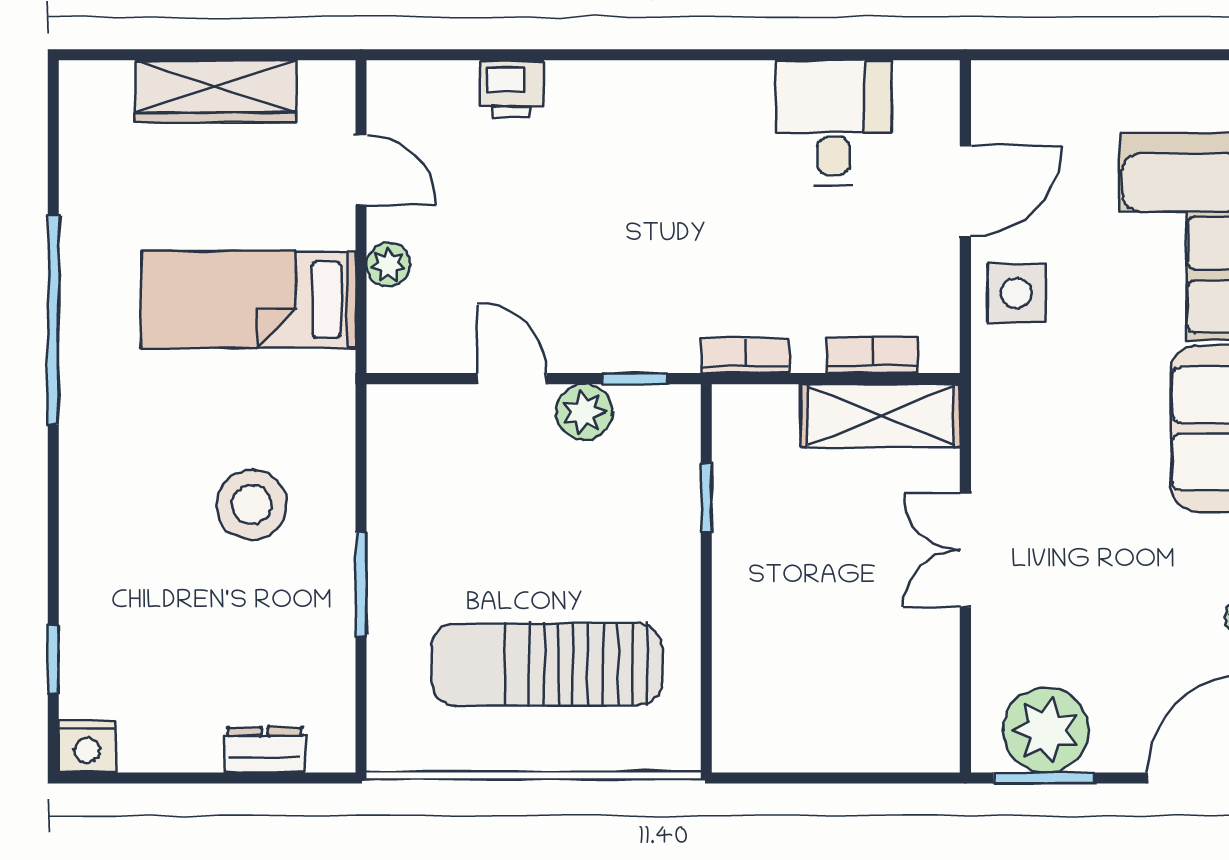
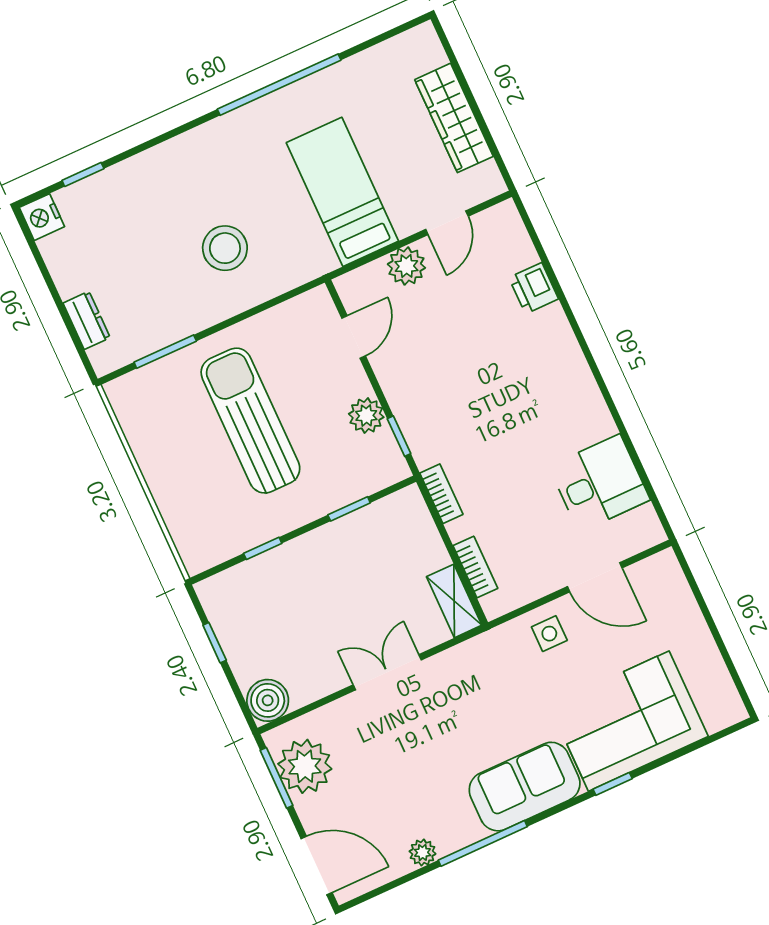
plant: (388, 265) -> (406, 266), width x1.38, depth x1.38
side table: (1016, 293) -> (549, 634), width x0.73, depth x0.73
door: (512, 379) -> (354, 337), moved
shelving: (881, 416) -> (454, 601), width x0.67, depth x0.75
window: (361, 584) -> (165, 352), moved
window: (706, 647) -> (263, 548), added
sun lounger: (547, 664) -> (250, 421), moved
boiler: (927, 740) -> (268, 700), added
window: (810, 778) -> (215, 643), added

